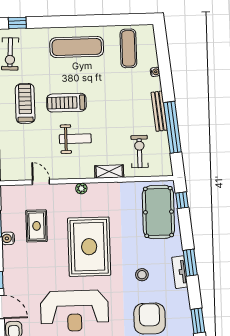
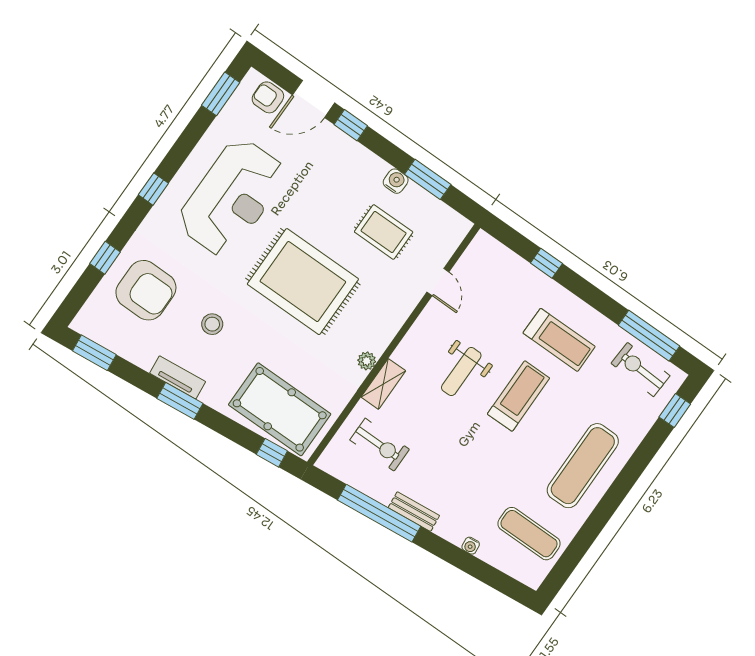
bench: (159, 111) -> (414, 512), width x0.73
door: (41, 182) -> (438, 282), hinge flipped
plant: (81, 188) -> (367, 361), moved
reception desk: (74, 311) -> (232, 197), turned 180

